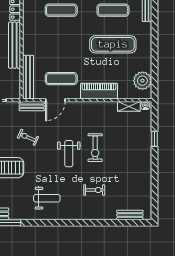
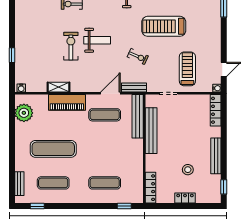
bench: (14, 45) -> (151, 131), moved
shelving: (129, 106) -> (59, 87), moved
weight bench: (69, 154) -> (97, 40), turned 90

